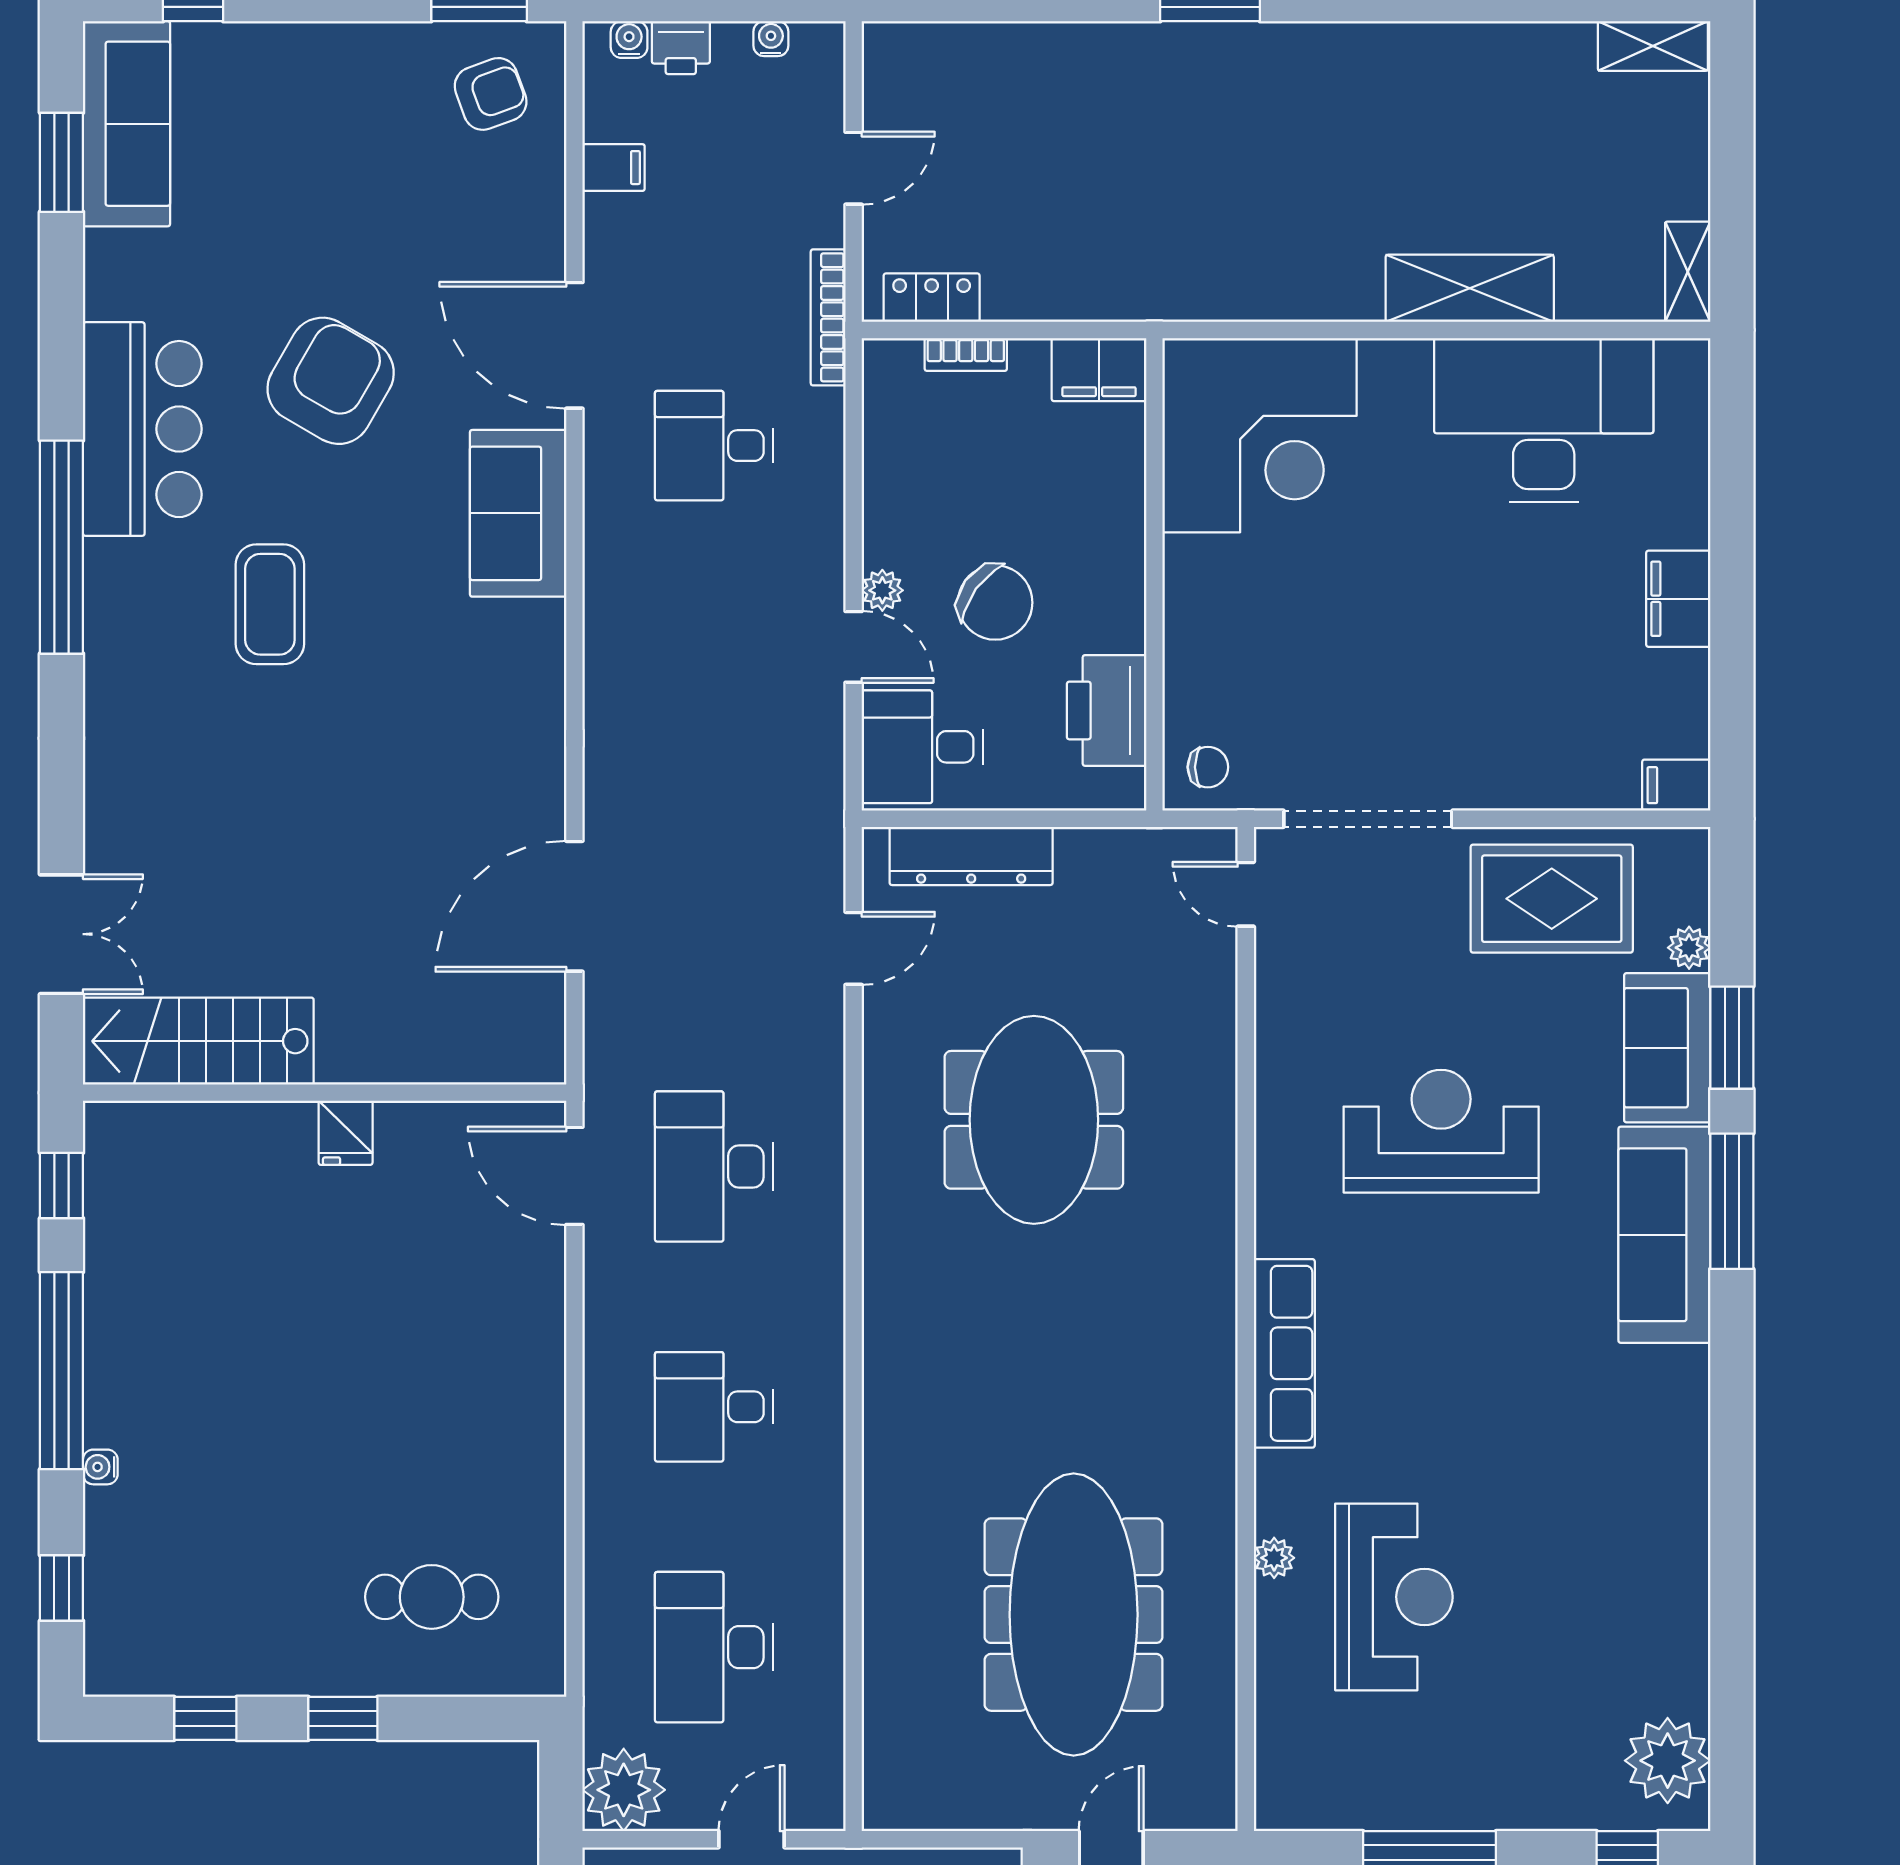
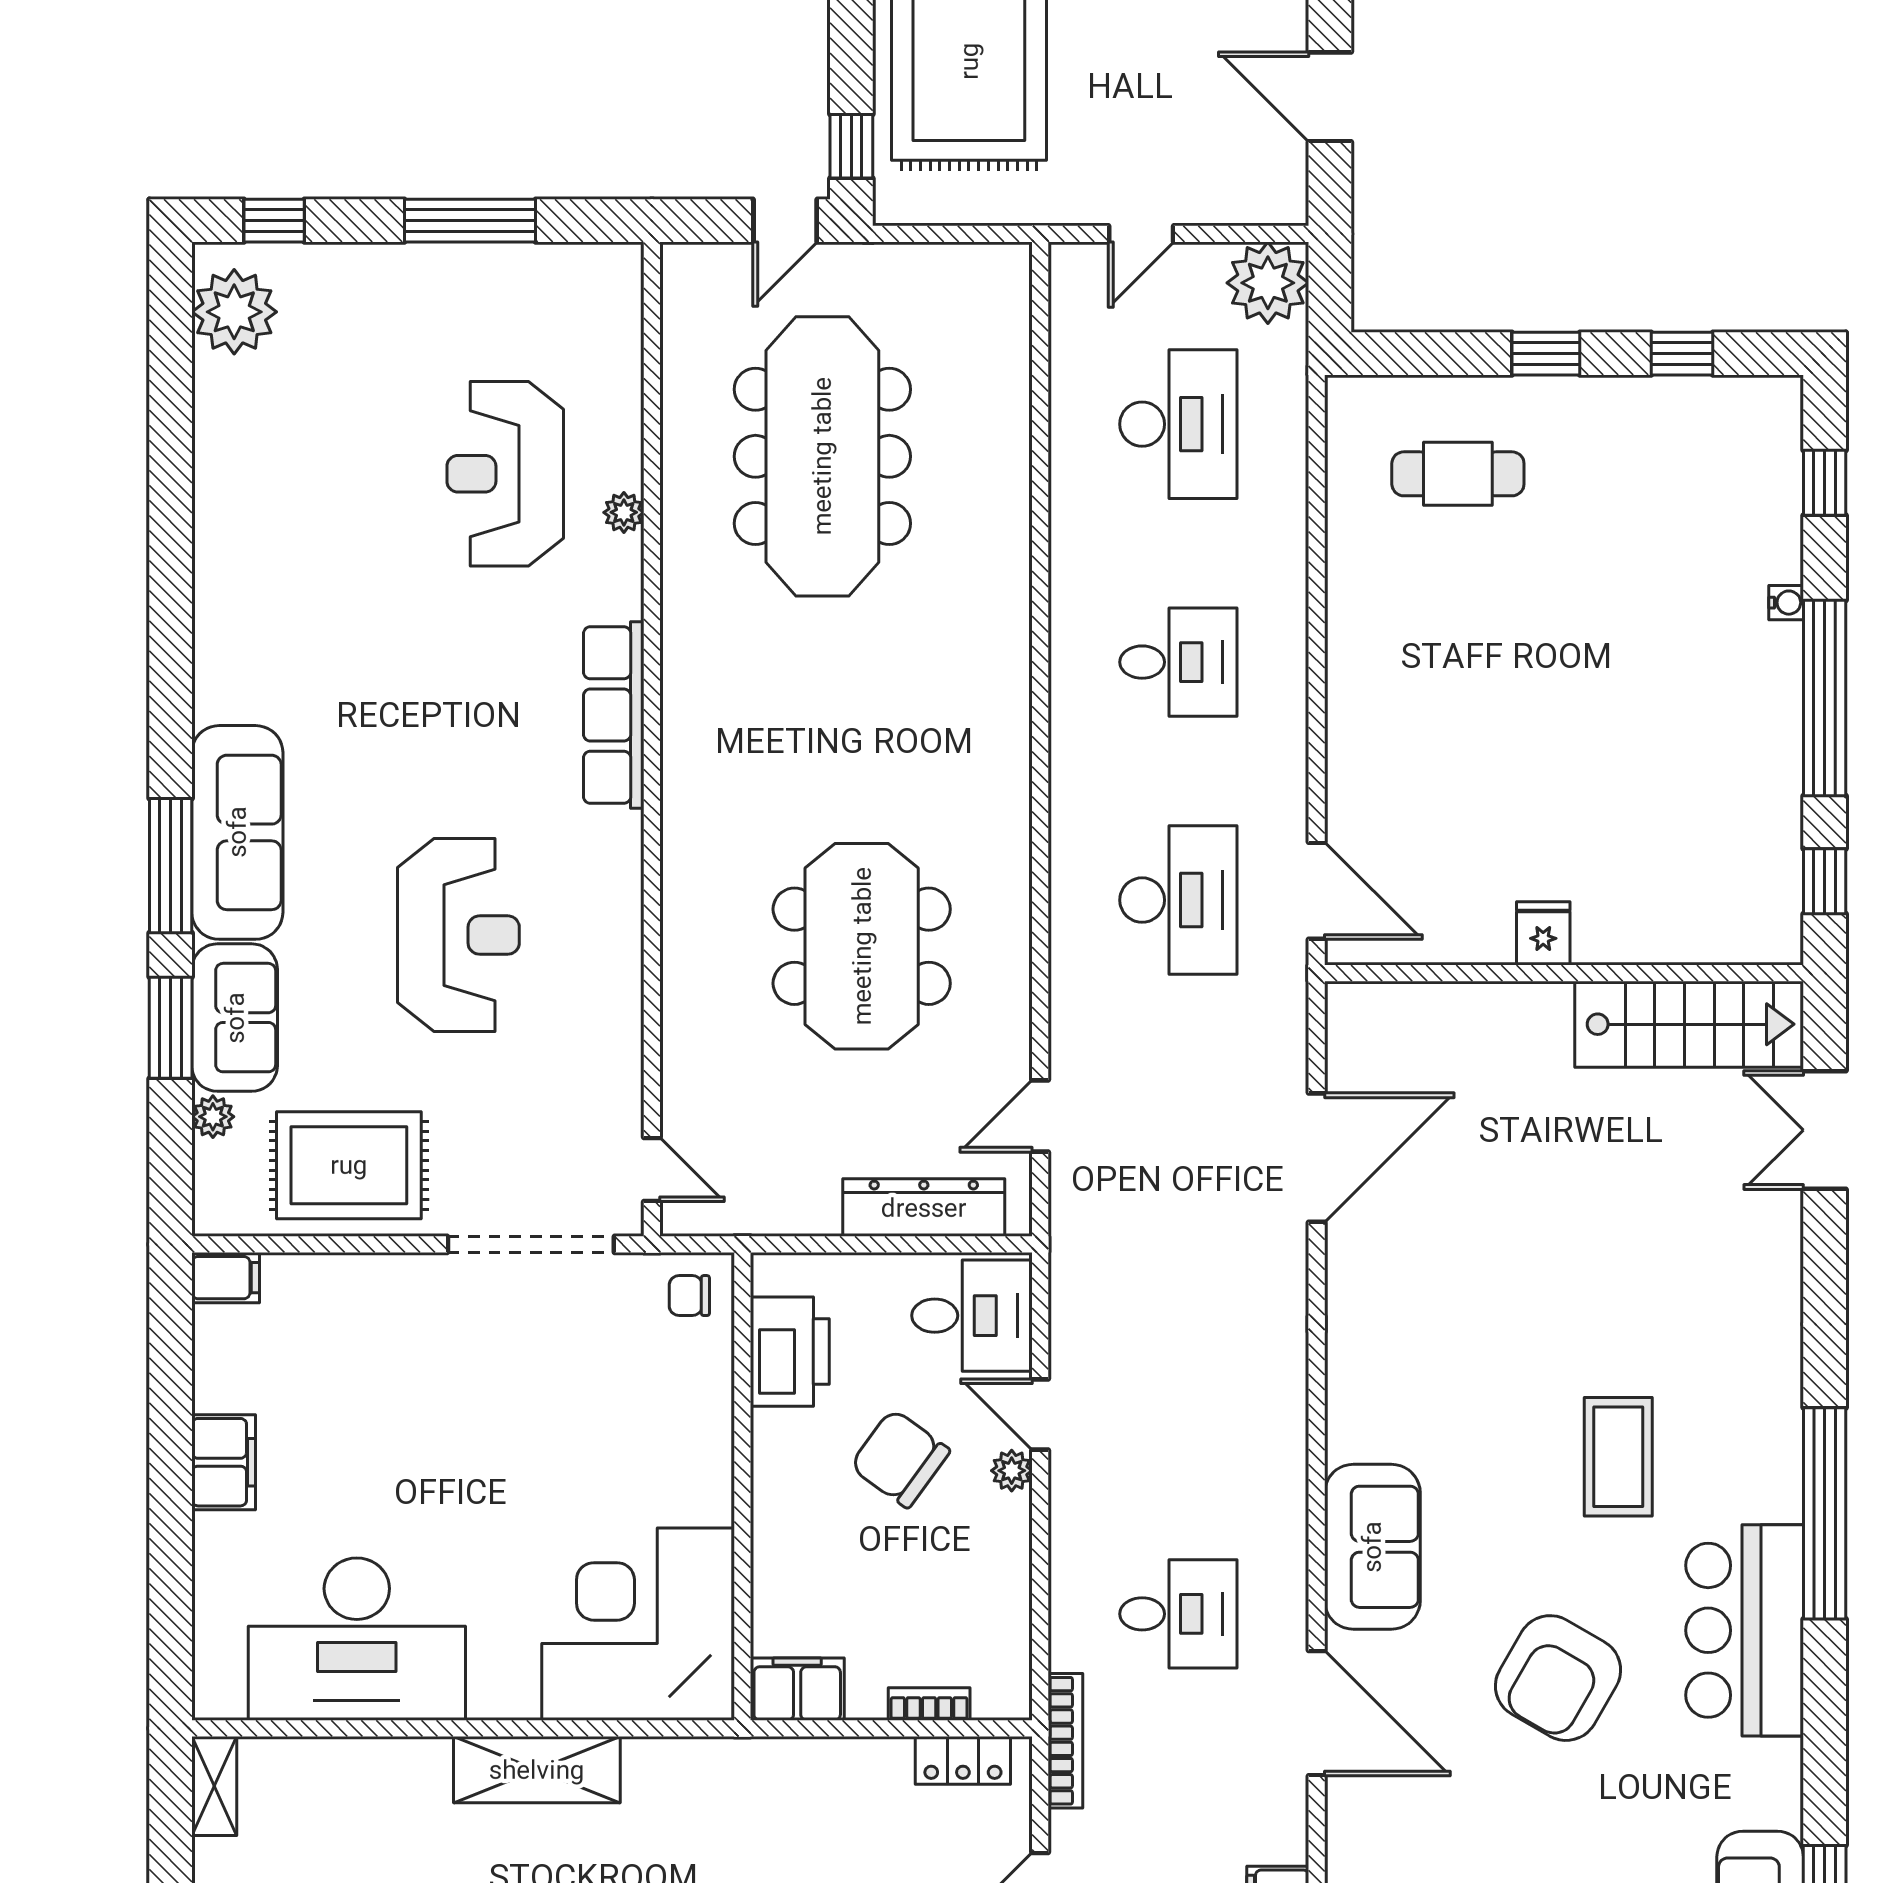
shelving: (1470, 288) -> (537, 1770), moved
reception desk: (1441, 1131) -> (458, 935), turned -90

